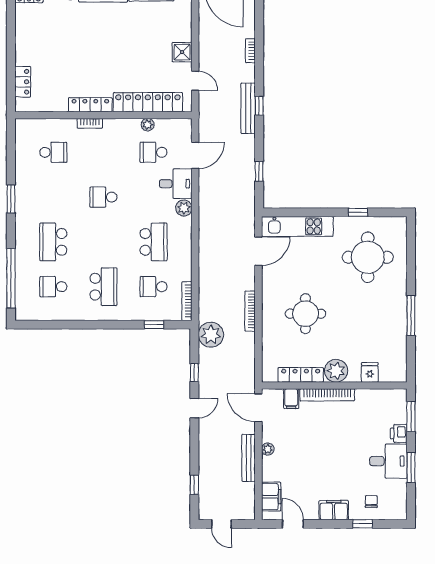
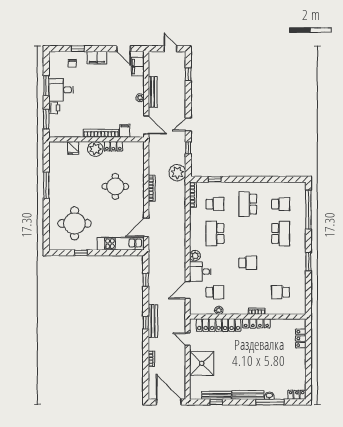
shower: (182, 52) -> (202, 363), width x1.86, depth x1.86
locker: (301, 375) -> (113, 146), width x0.66

